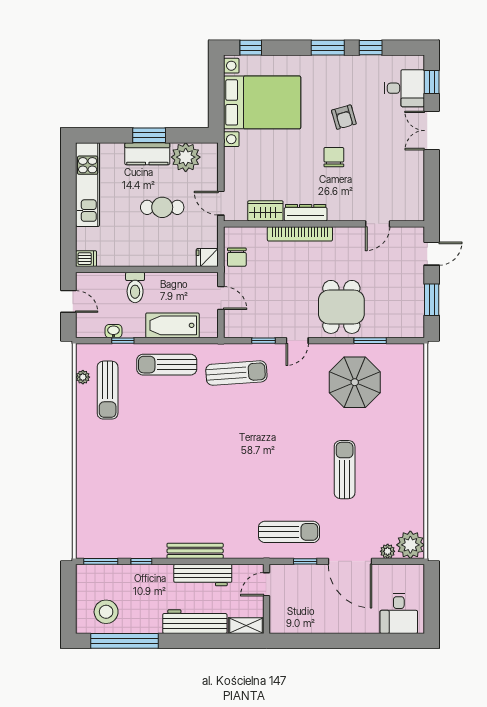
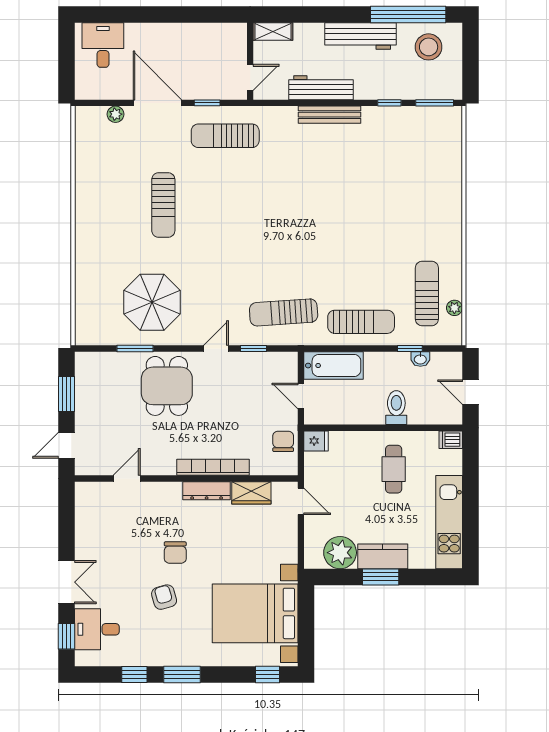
cafe table: (162, 207) -> (394, 469), moved, turned 90
bathtub: (172, 325) -> (333, 366), moved
plant: (410, 545) -> (90, 121), removed
workbench: (195, 622) -> (360, 36), moved

